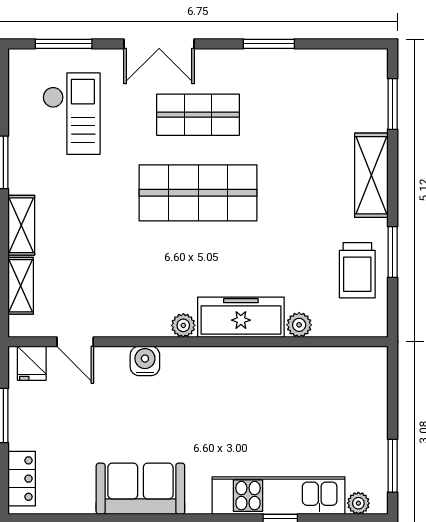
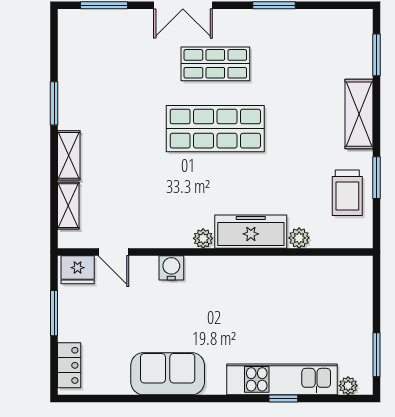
checkout: (71, 114) -> (110, 63), removed
fridge: (32, 363) -> (78, 270), width x1.38

